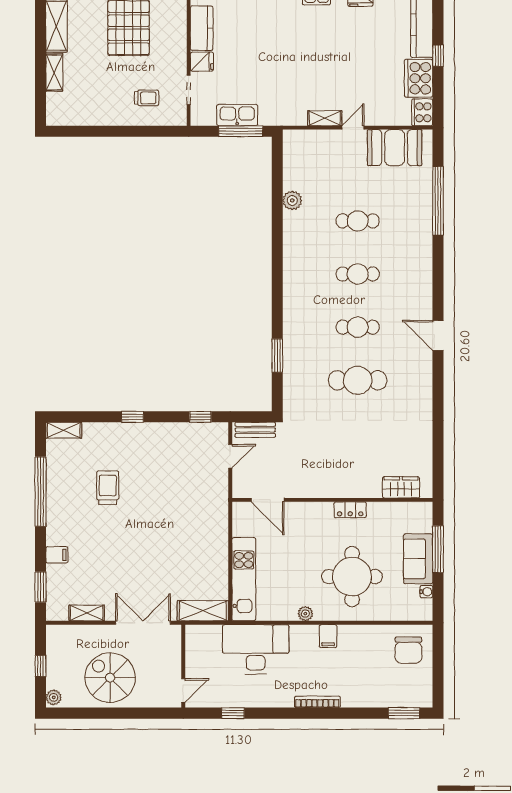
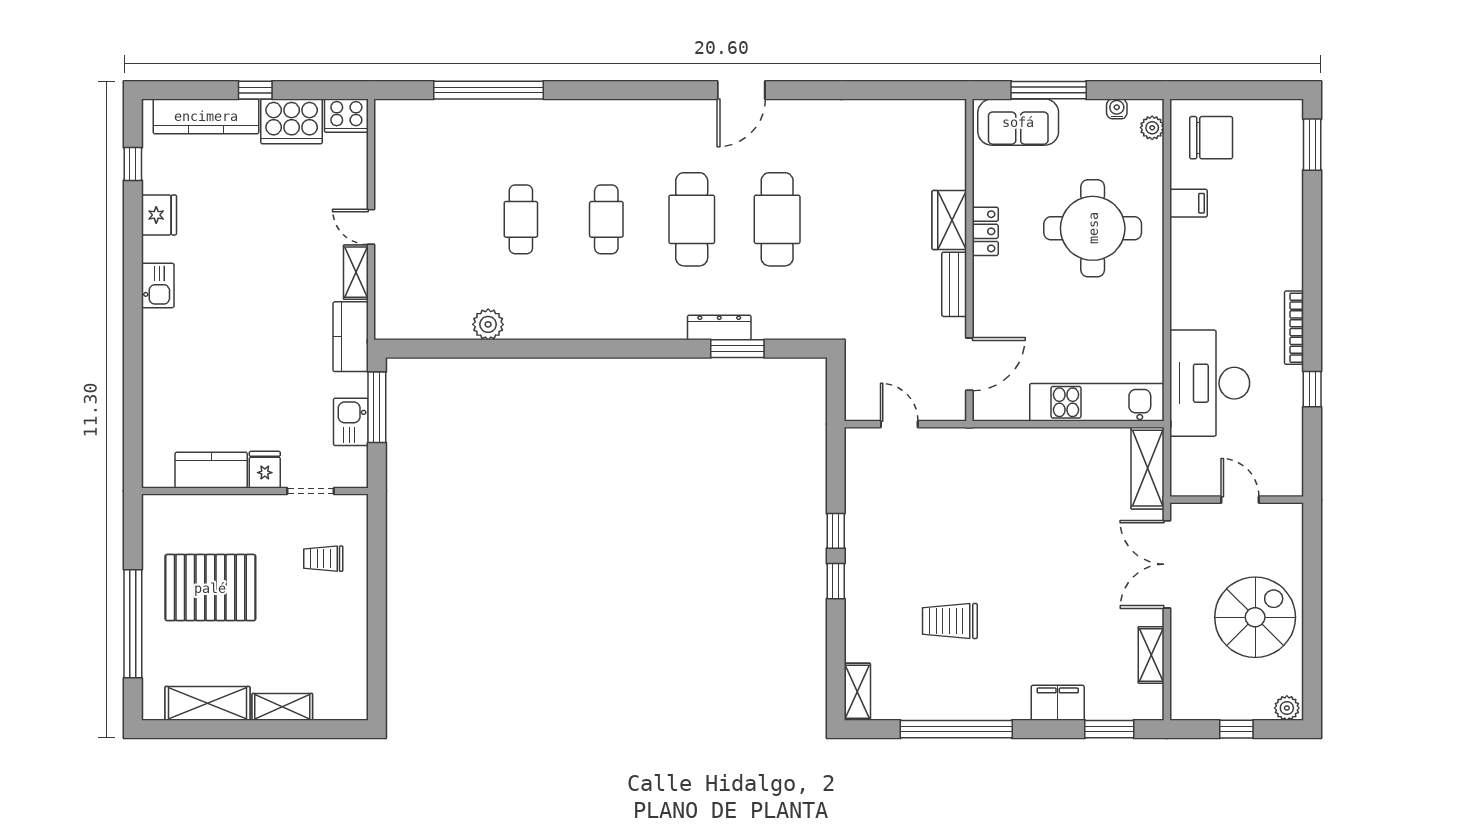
trolley: (147, 98) -> (323, 559), turned -90
kitchen sink: (237, 115) -> (351, 422), width x0.73
kitchen counter: (285, 115) -> (351, 337), added
booth: (395, 148) -> (403, 160), removed
cafe table: (358, 327) -> (692, 219), width x1.37, depth x1.35
door: (438, 335) -> (741, 90), moved
dresser: (290, 344) -> (719, 327), added
window: (200, 417) -> (836, 531), moved
bench: (255, 430) -> (954, 284), moved
wardrobe: (401, 487) -> (949, 220), moved
filing cabinet: (57, 555) -> (1058, 703), width x2.00
sofa: (418, 559) -> (1018, 122), moved
plant: (305, 614) -> (1152, 128), moved
filing cabinet: (328, 636) -> (1188, 203), moved
spiral stairs: (110, 678) -> (1255, 617), turned 180
door: (183, 690) -> (1240, 500), moved
bookcase: (317, 702) -> (1294, 328), moved
window: (233, 713) -> (1312, 389), moved

